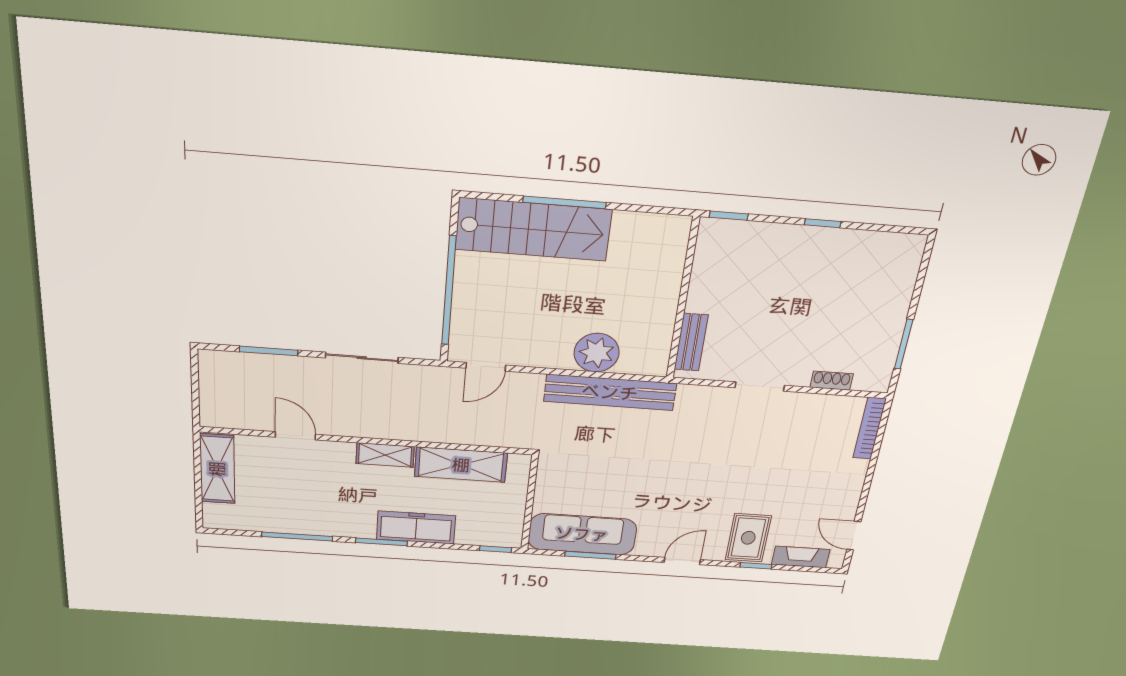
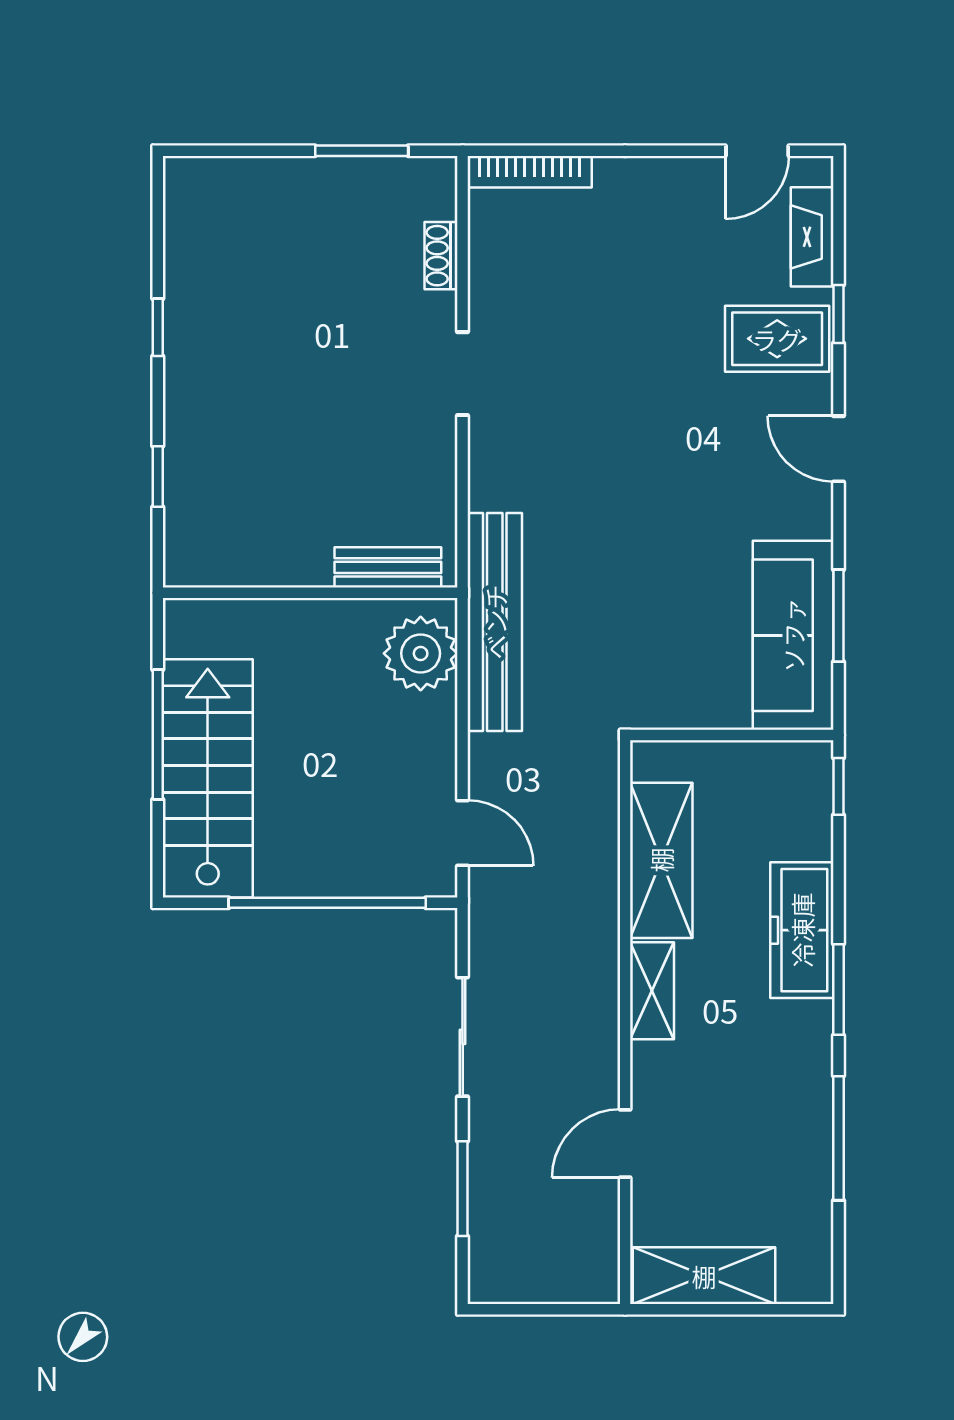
wall: (683, 299) -> (310, 593), moved
bench: (691, 342) -> (388, 567), moved

